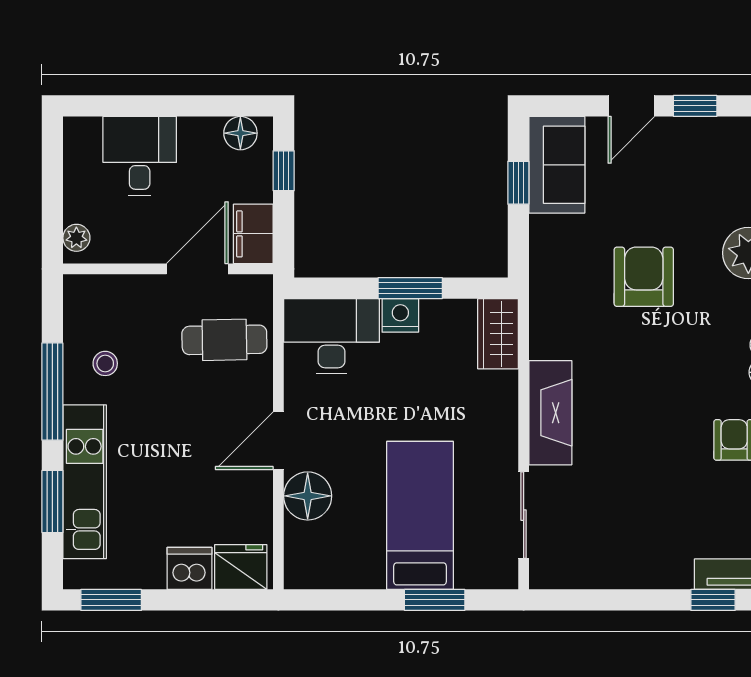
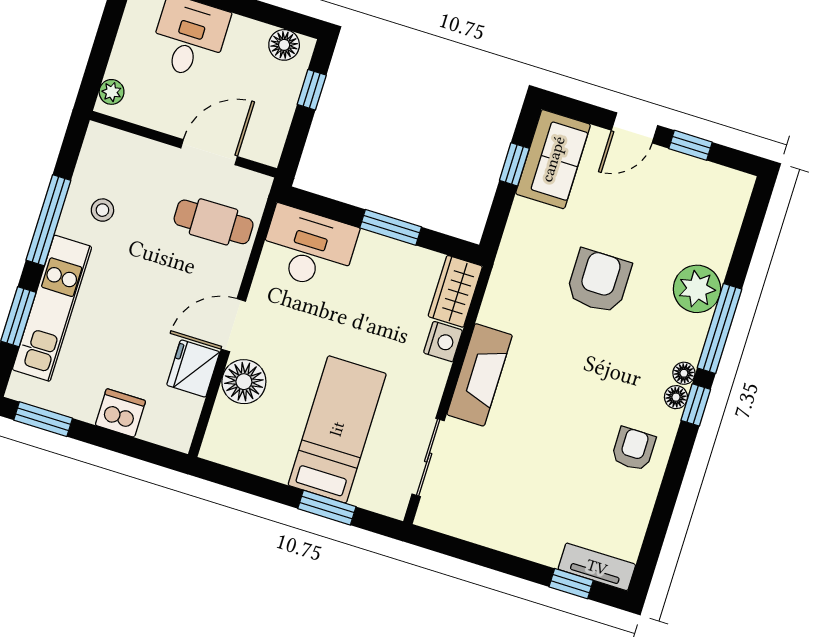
filing cabinet: (253, 234) -> (268, 137), removed
nightstand: (400, 315) -> (443, 342), moved, turned 90
fridge: (241, 567) -> (193, 369), moved, turned -90

